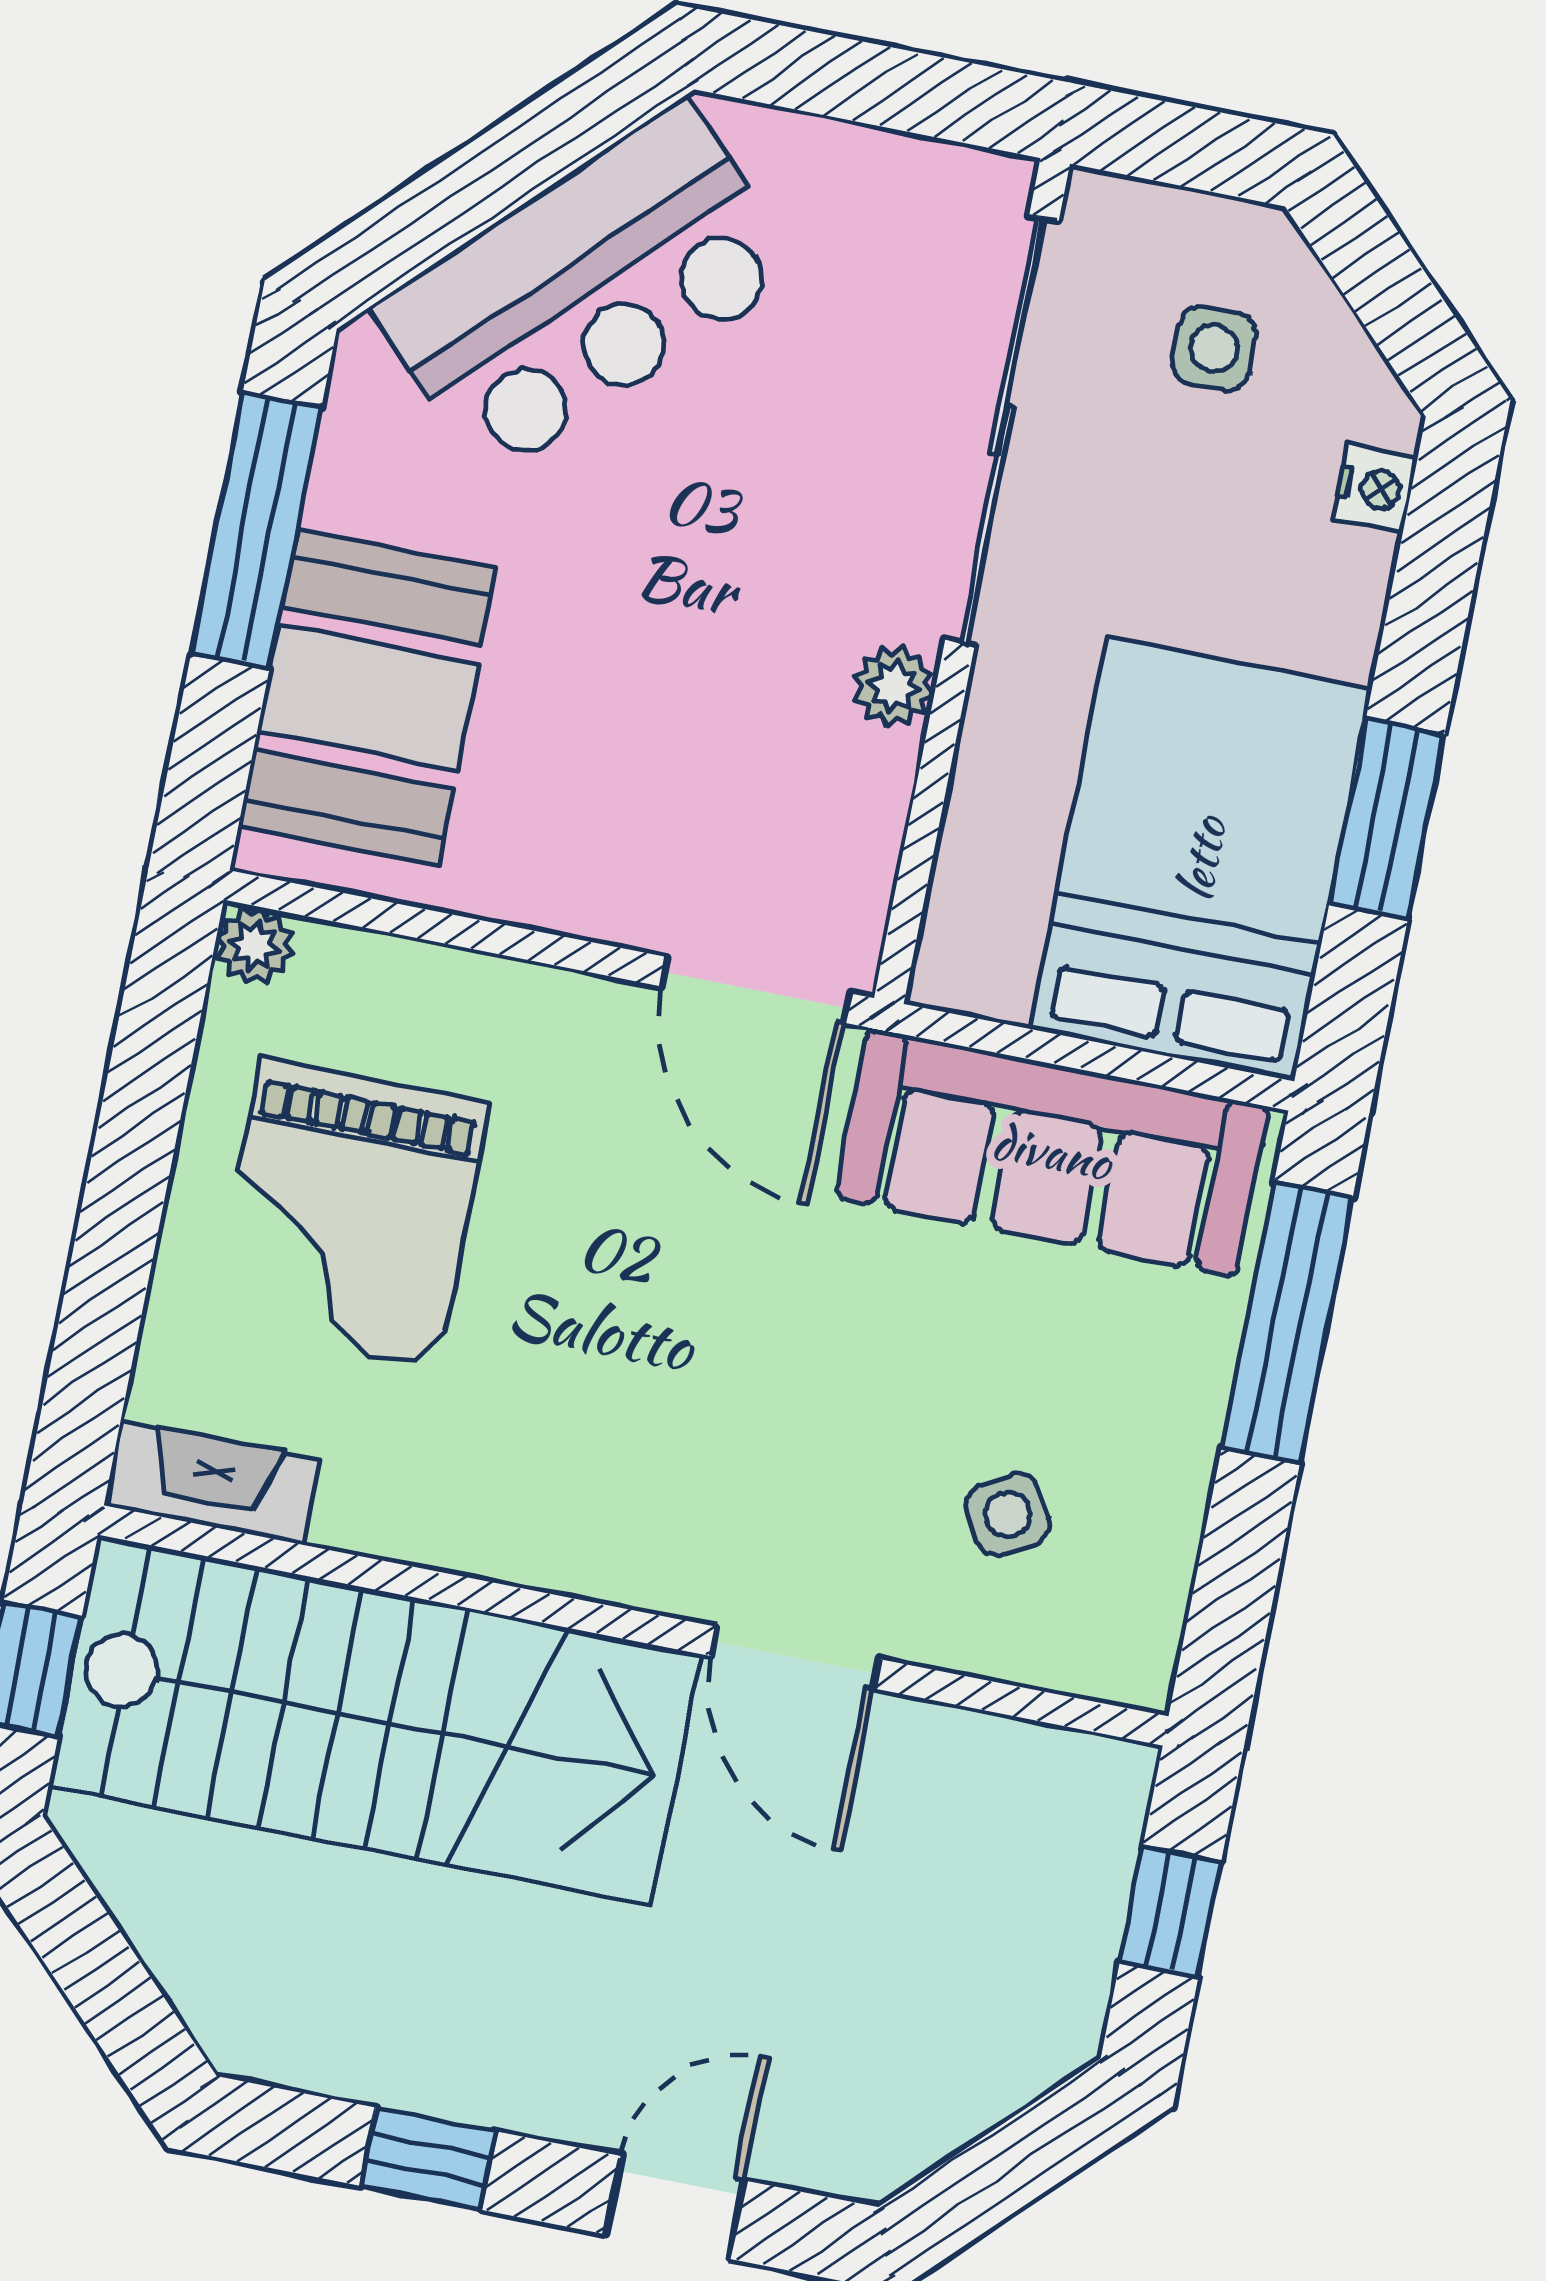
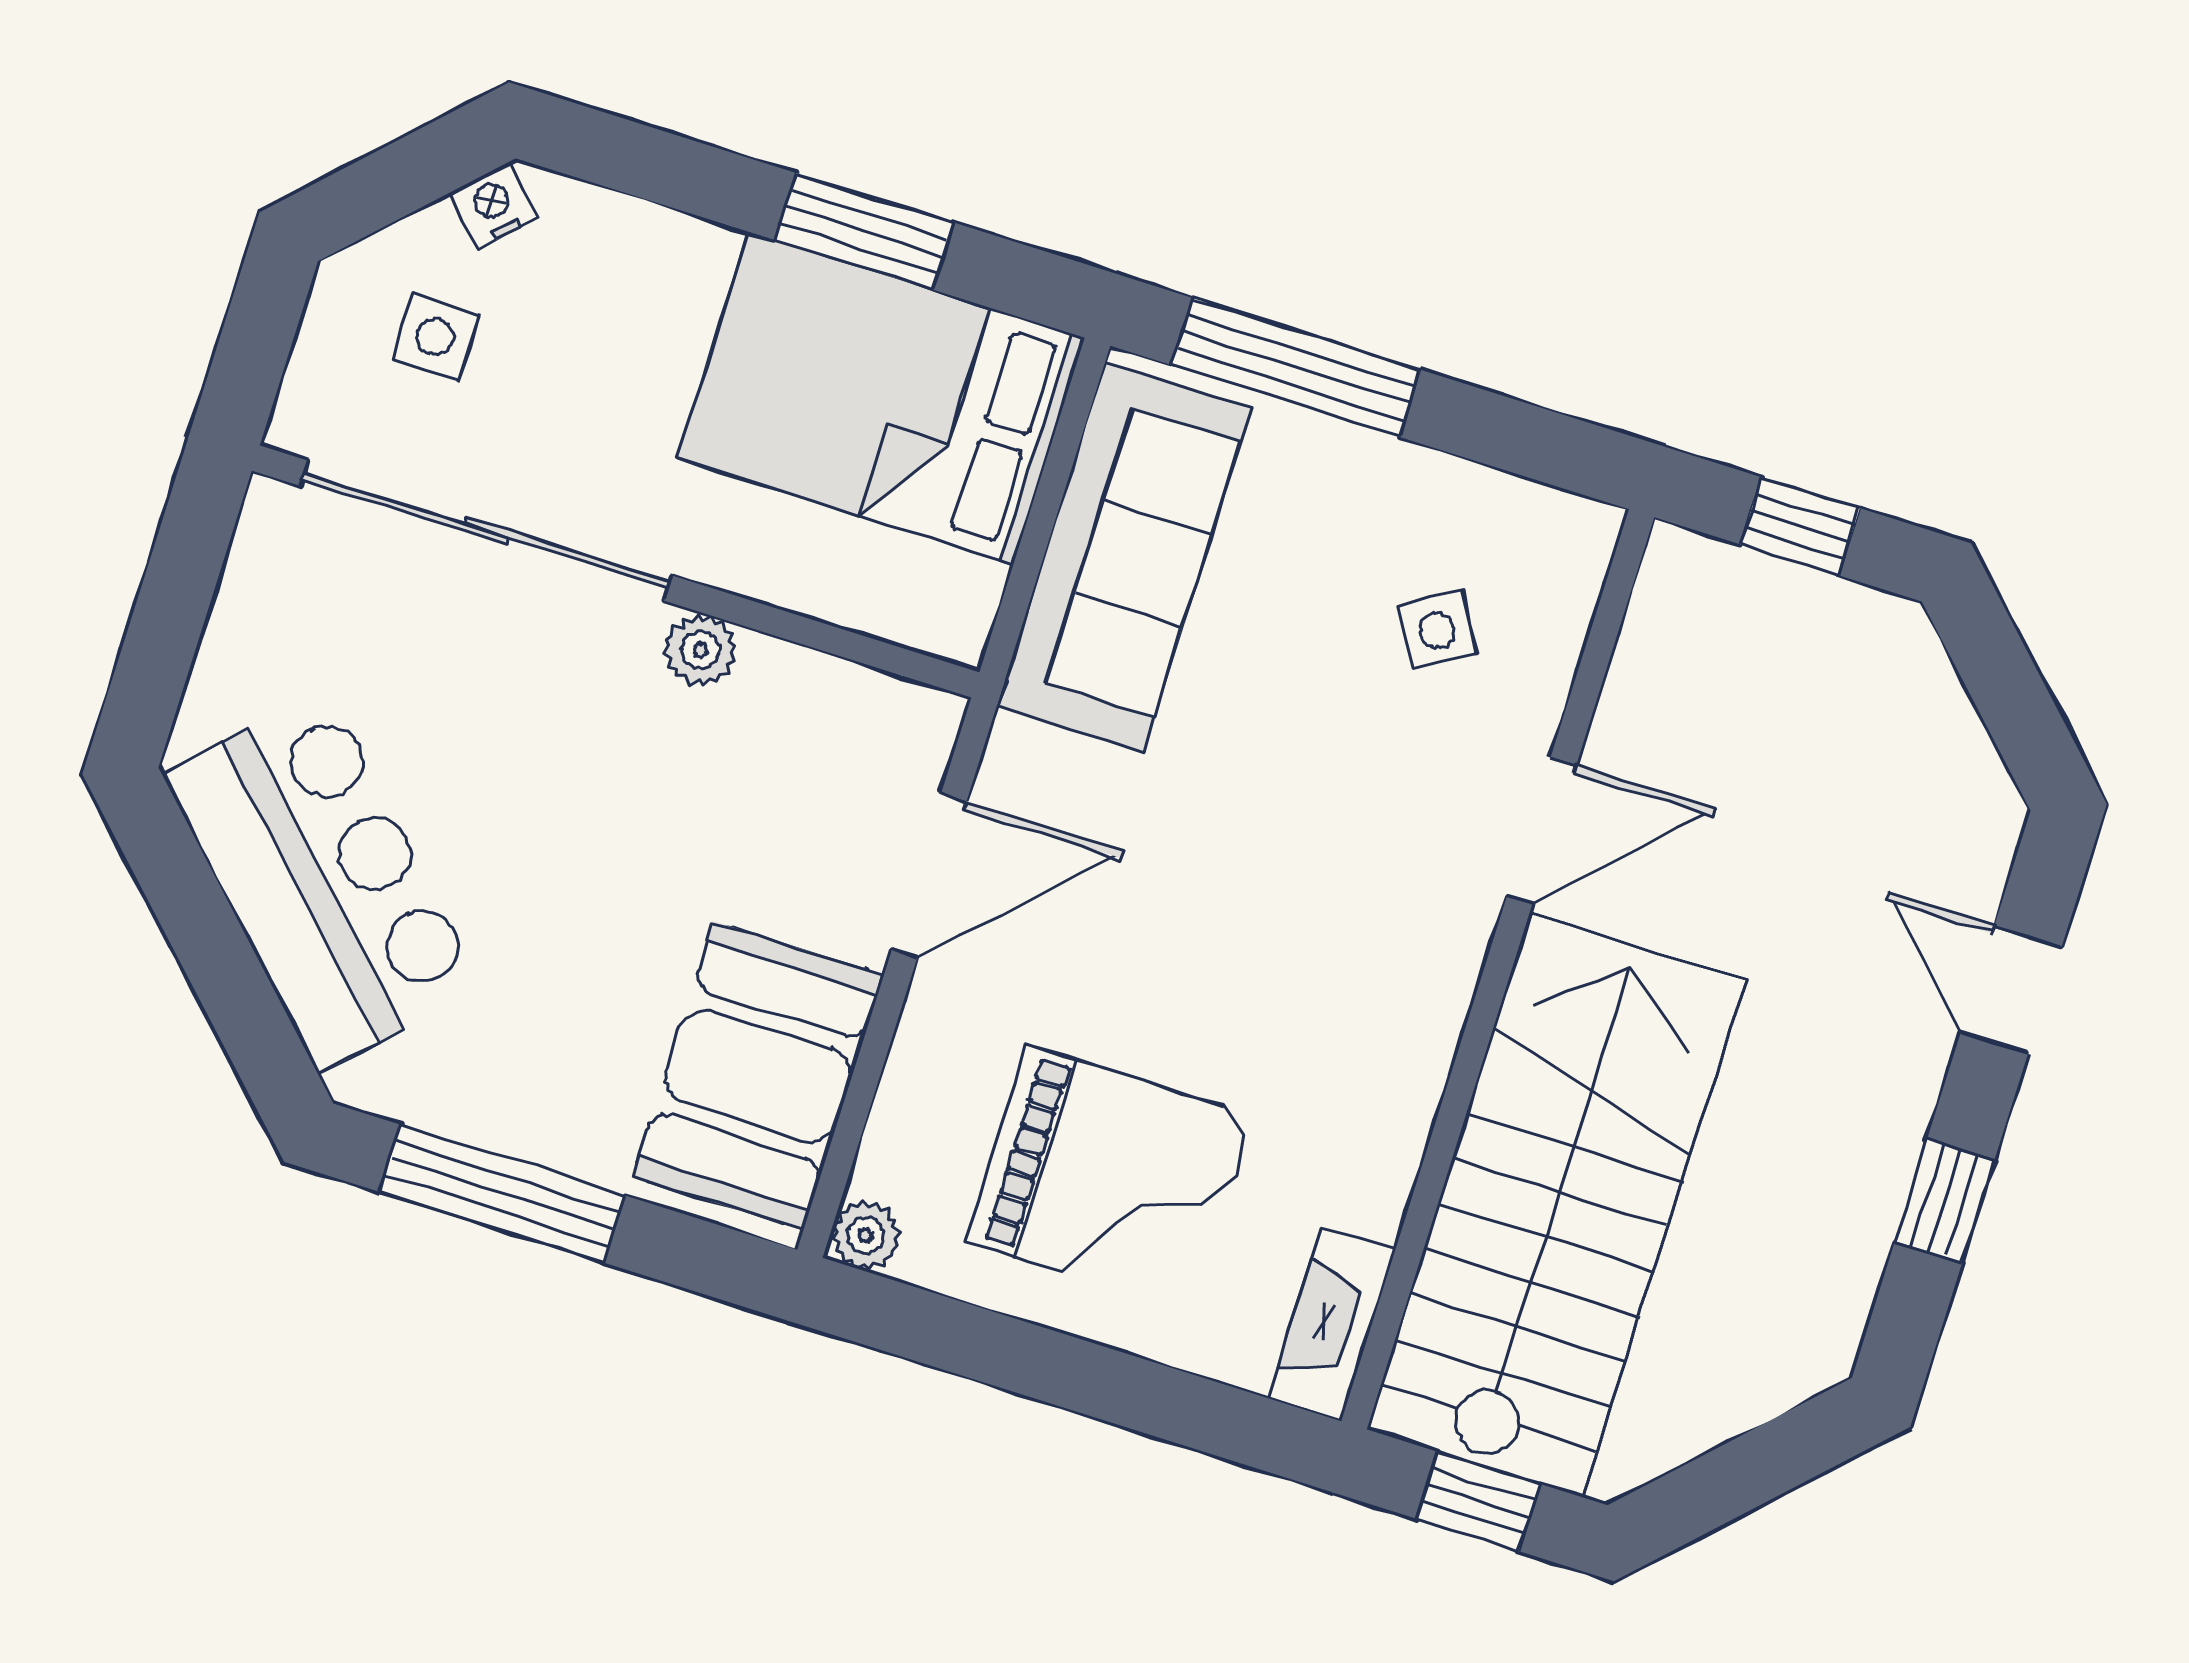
nightstand: (1375, 488) -> (494, 205), moved, turned -45
booth: (368, 697) -> (758, 1076), moved, turned 90
door: (755, 990) -> (929, 875), moved

